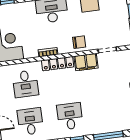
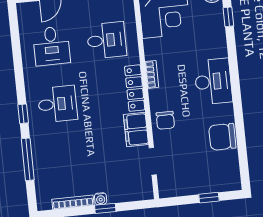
desk: (25, 84) -> (107, 40), turned 180
desk: (30, 121) -> (51, 46), turned 90

